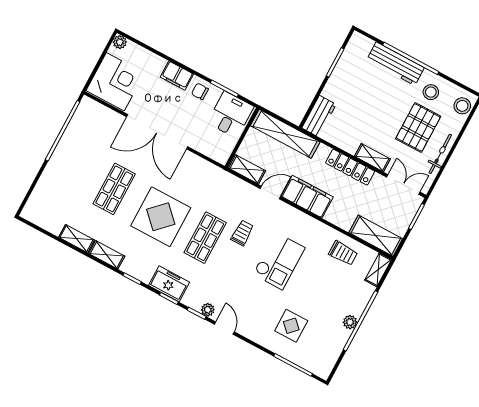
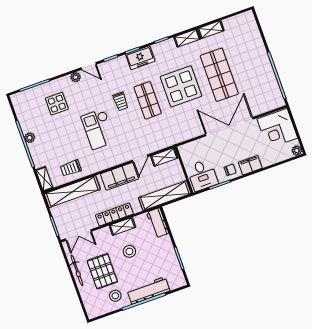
stool: (462, 106) -> (129, 251), moved
shelving: (372, 158) -> (122, 226), moved
shop shelf: (114, 189) -> (219, 75), width x1.43, depth x1.36
trolley: (242, 233) -> (121, 101), moved
shelving: (376, 236) -> (72, 192), width x1.47
plant: (208, 310) -> (76, 77), moved

